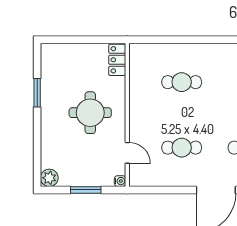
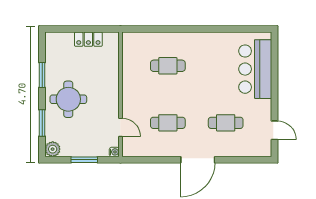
locker: (117, 60) -> (88, 39), moved, turned -90
round table: (90, 113) -> (68, 99), moved
window: (37, 148) -> (42, 123), added

